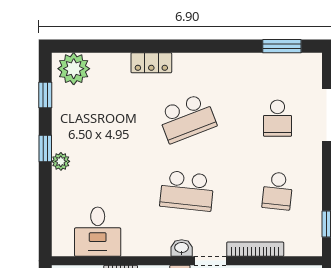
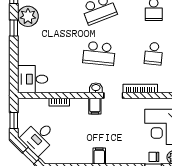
plant: (61, 161) -> (28, 16), moved, width x1.87, depth x1.87
desk: (98, 232) -> (33, 79), moved, turned 90

